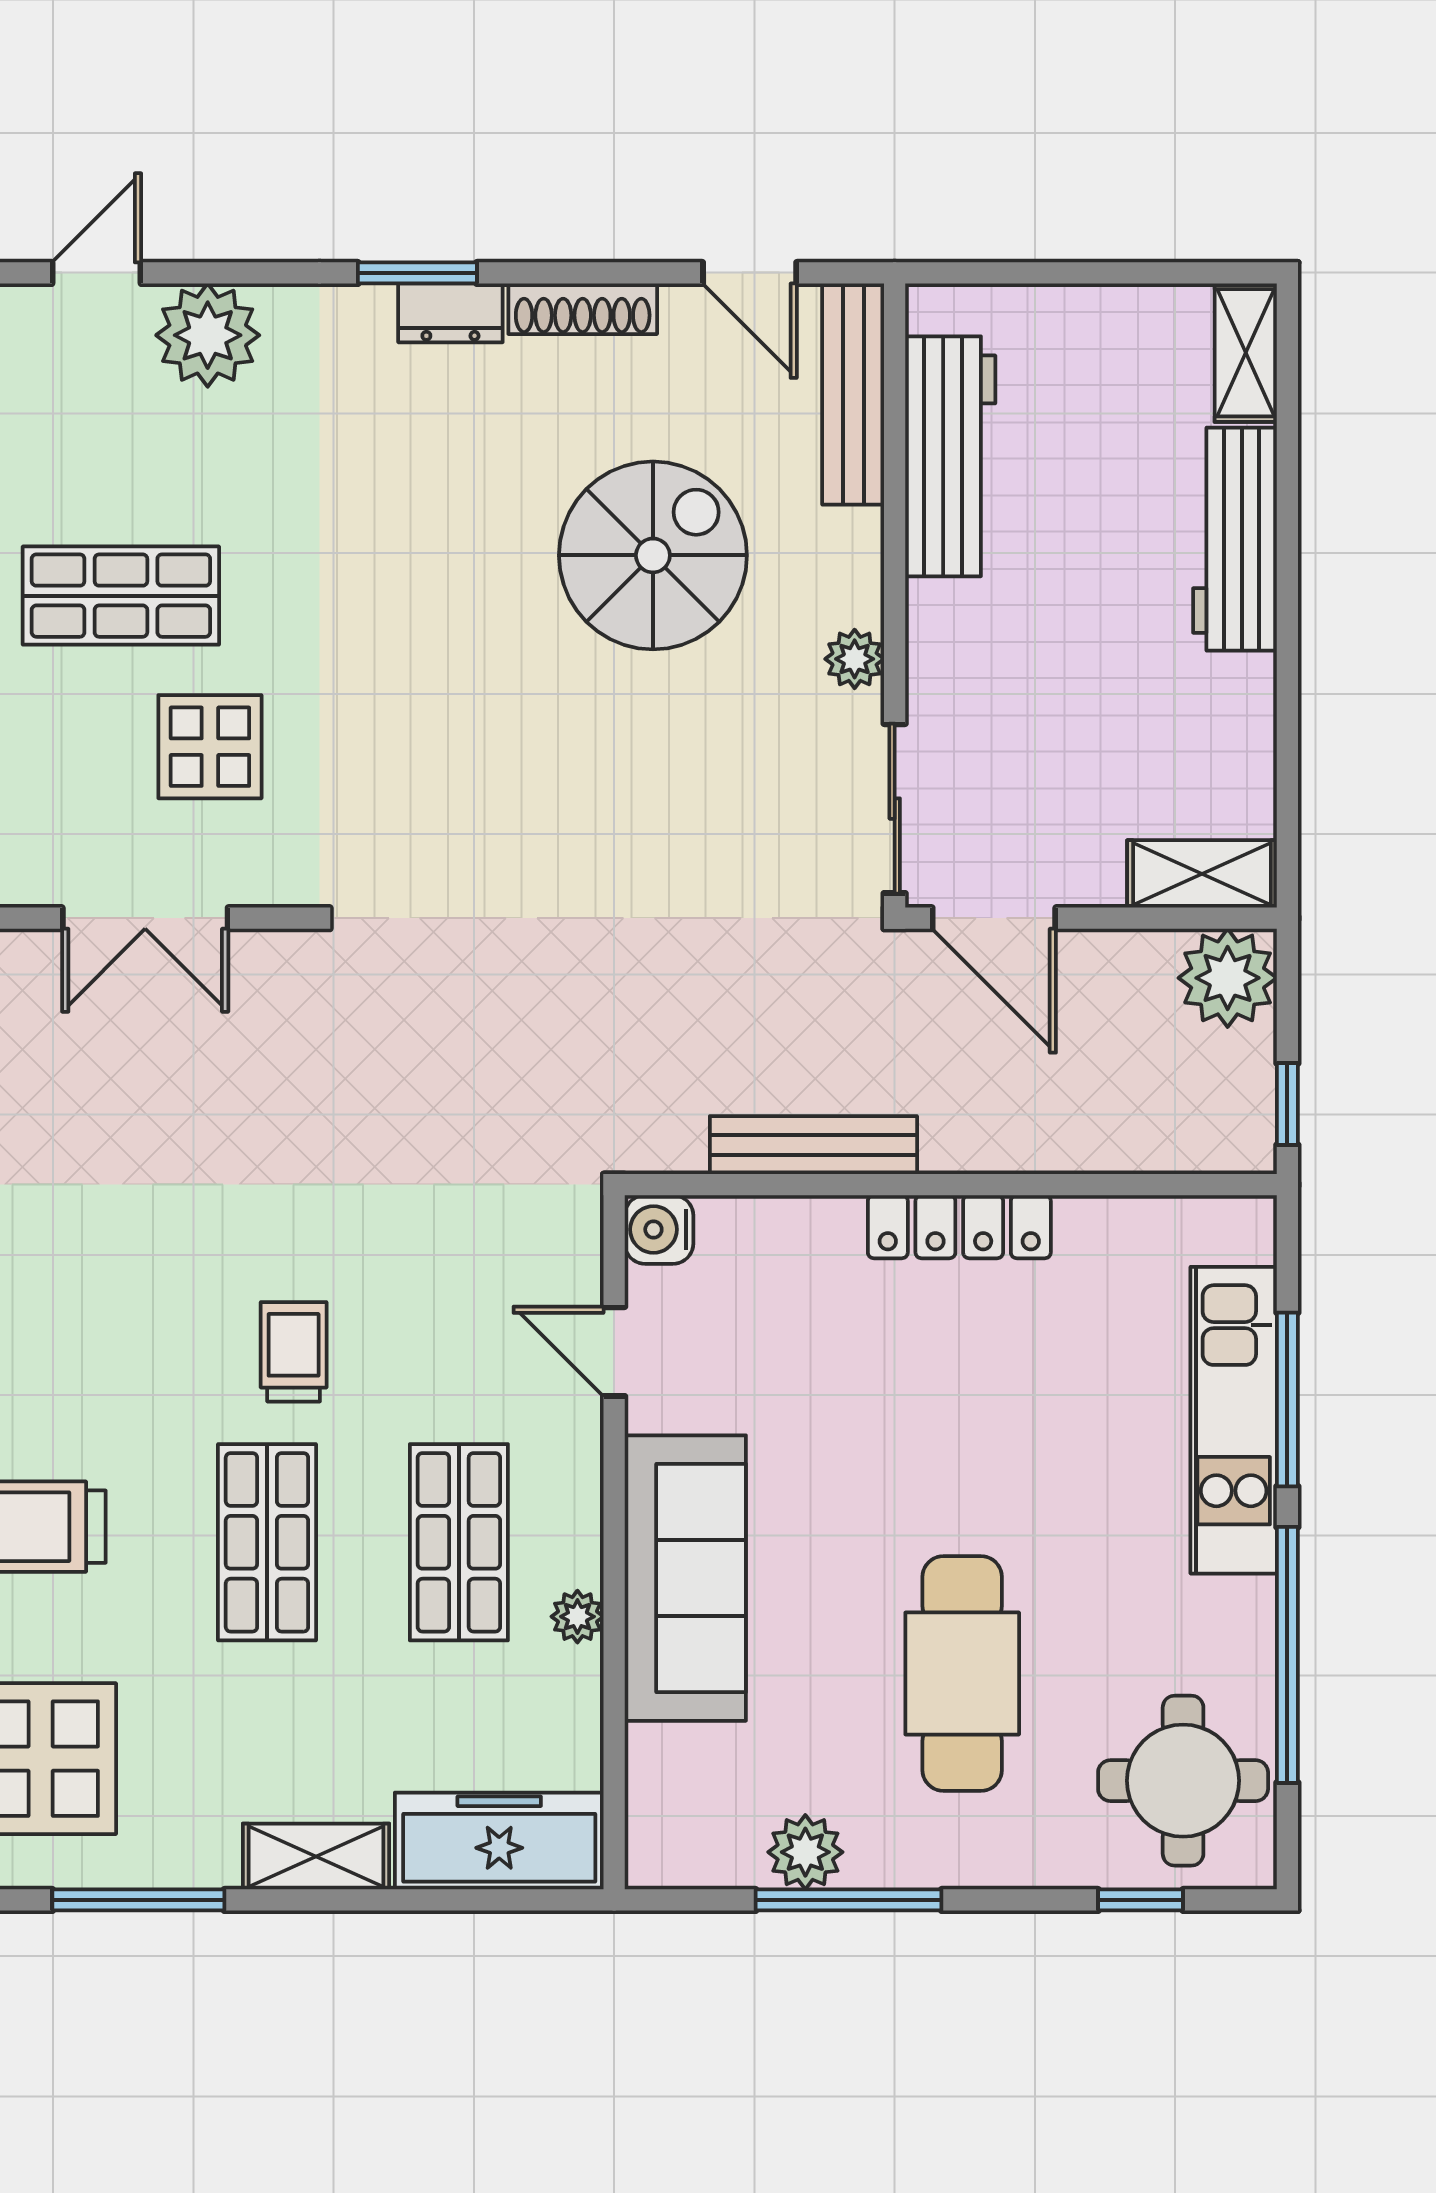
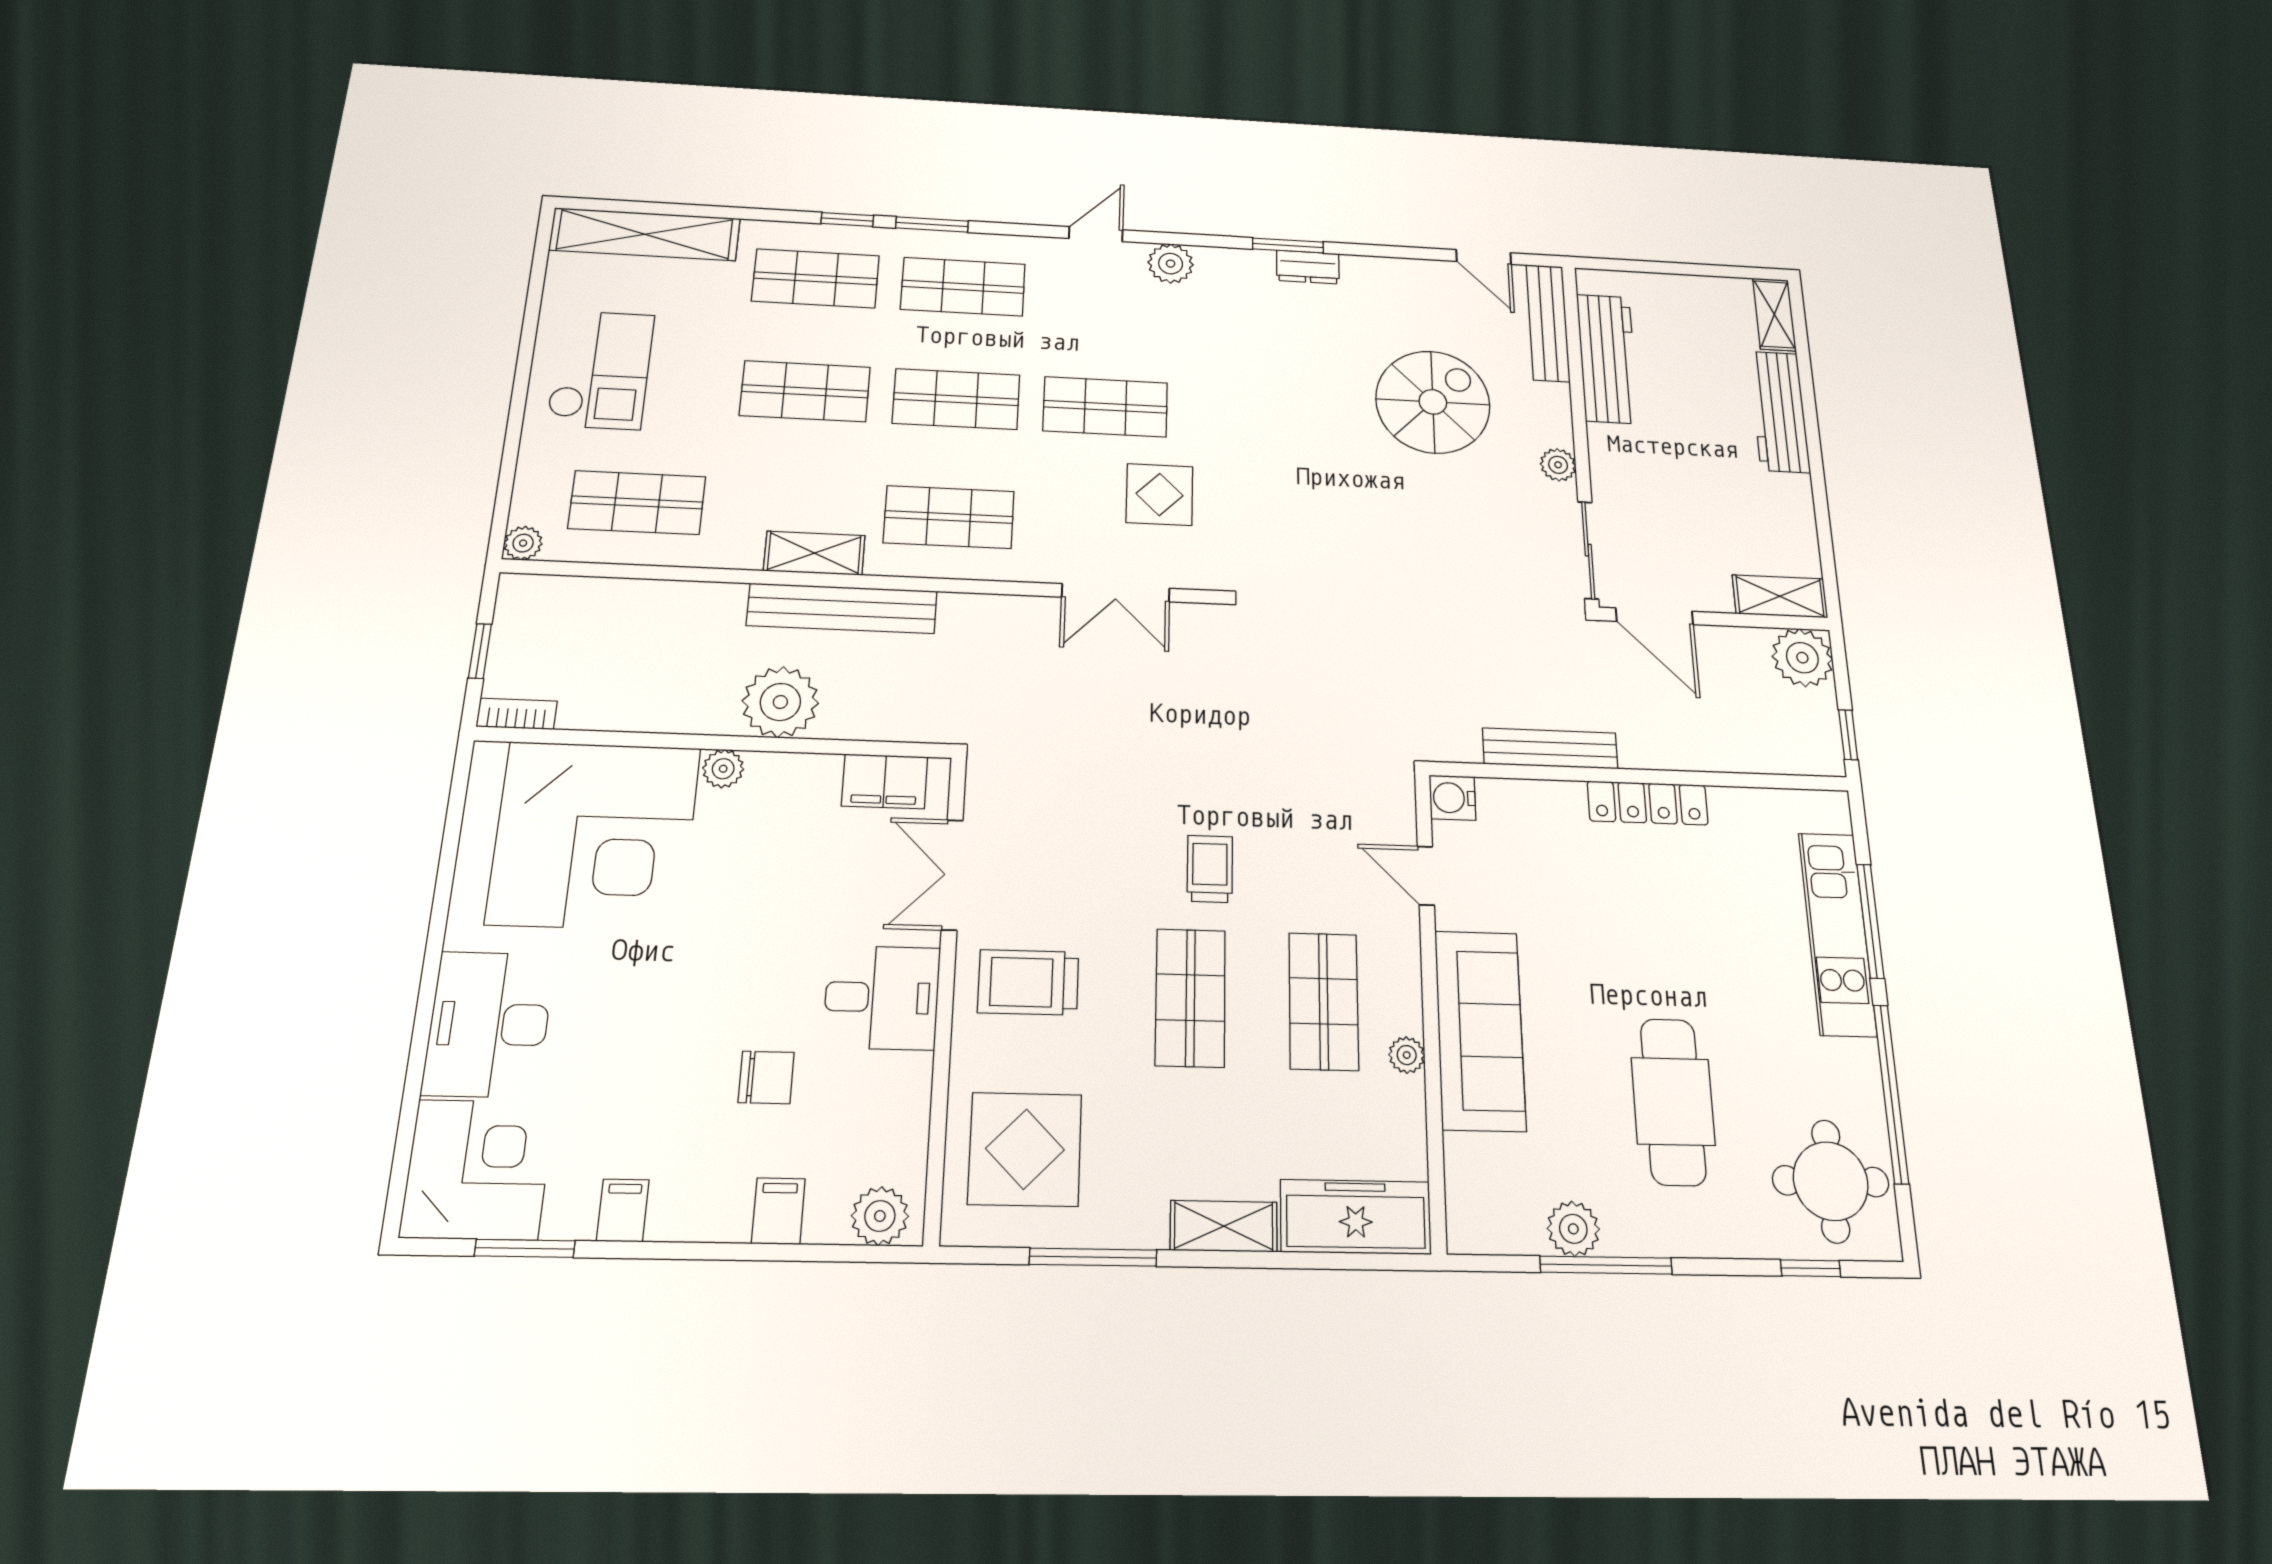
shoe rack: (583, 309) -> (1386, 270), removed
plant: (208, 335) -> (1171, 264), width x0.73, depth x0.73

